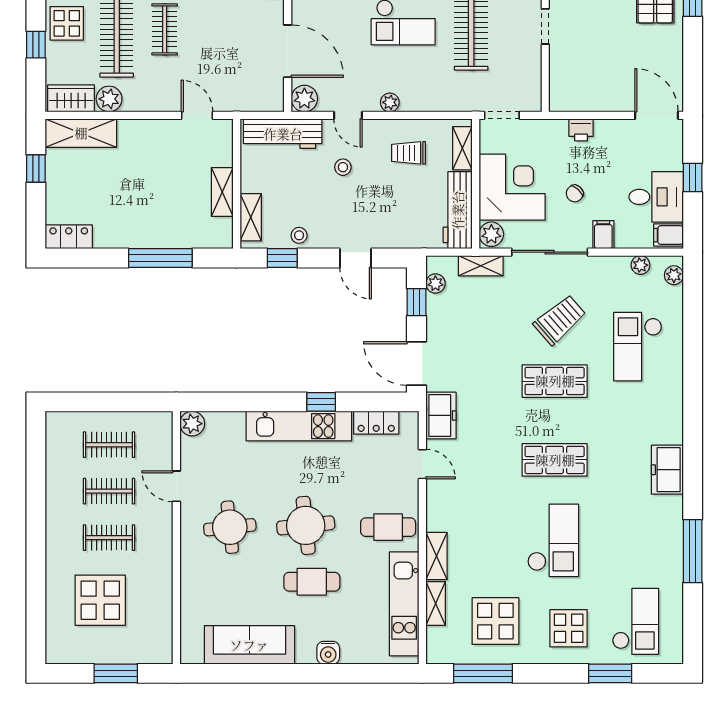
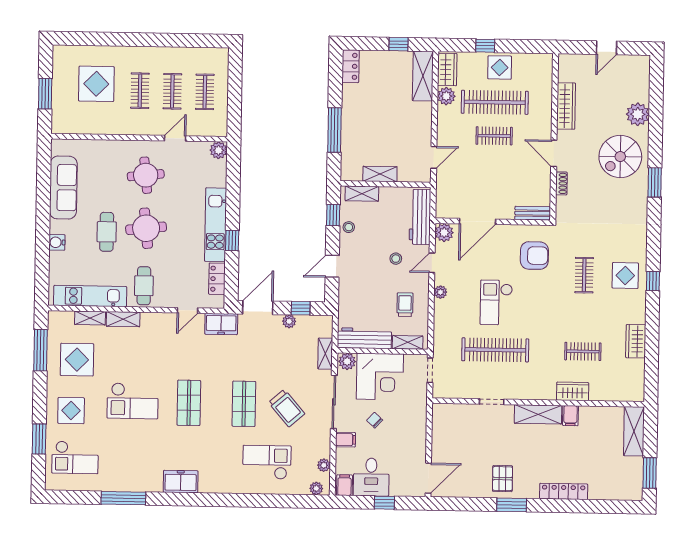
printer: (581, 130) -> (419, 425), removed
plant: (435, 283) -> (289, 321), moved

